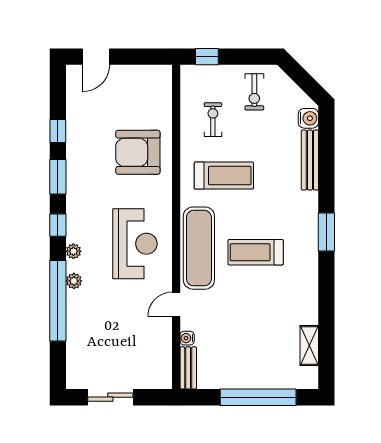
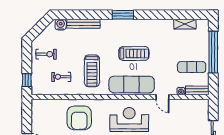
treadmill: (224, 176) -> (92, 71), turned 180
treadmill: (256, 252) -> (134, 53), turned -90
exercise mat: (231, 358) -> (192, 67), added

